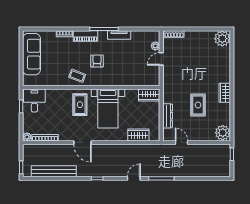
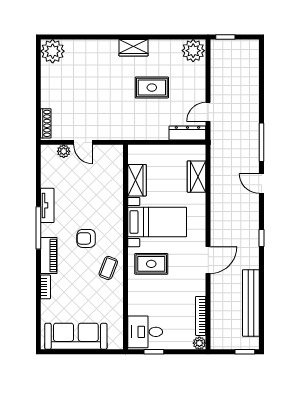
wardrobe: (149, 95) -> (137, 180), moved
dresser: (168, 116) -> (187, 133), moved

